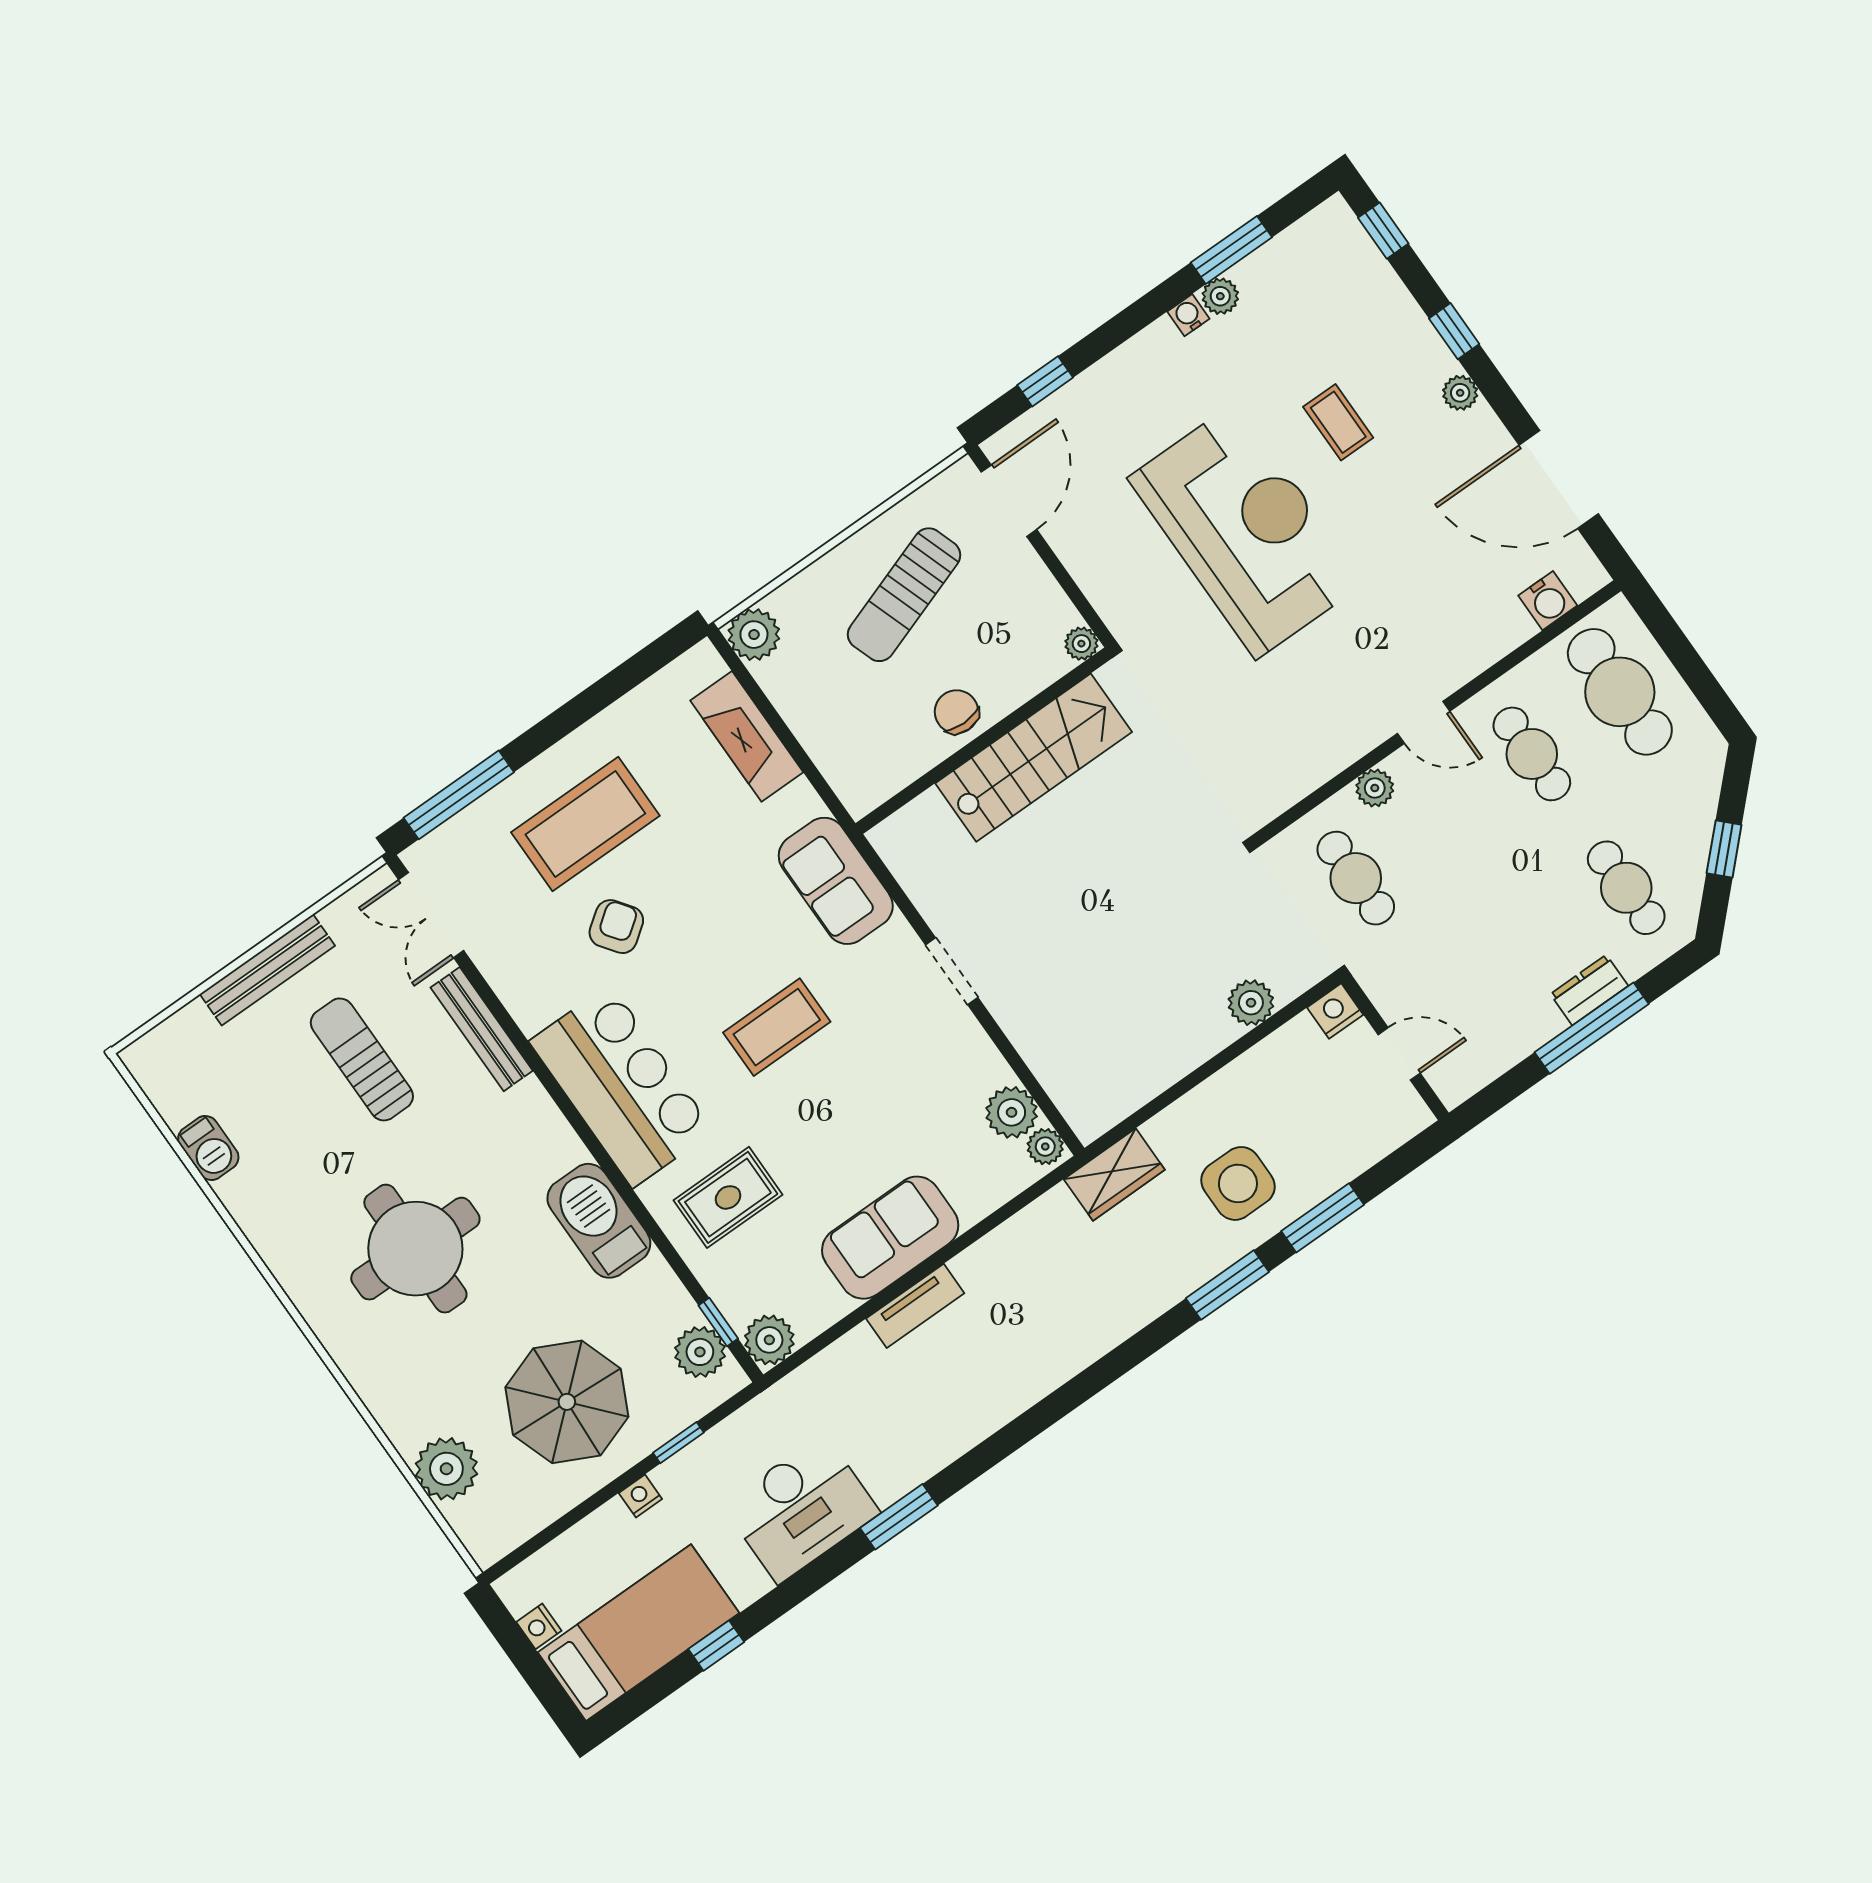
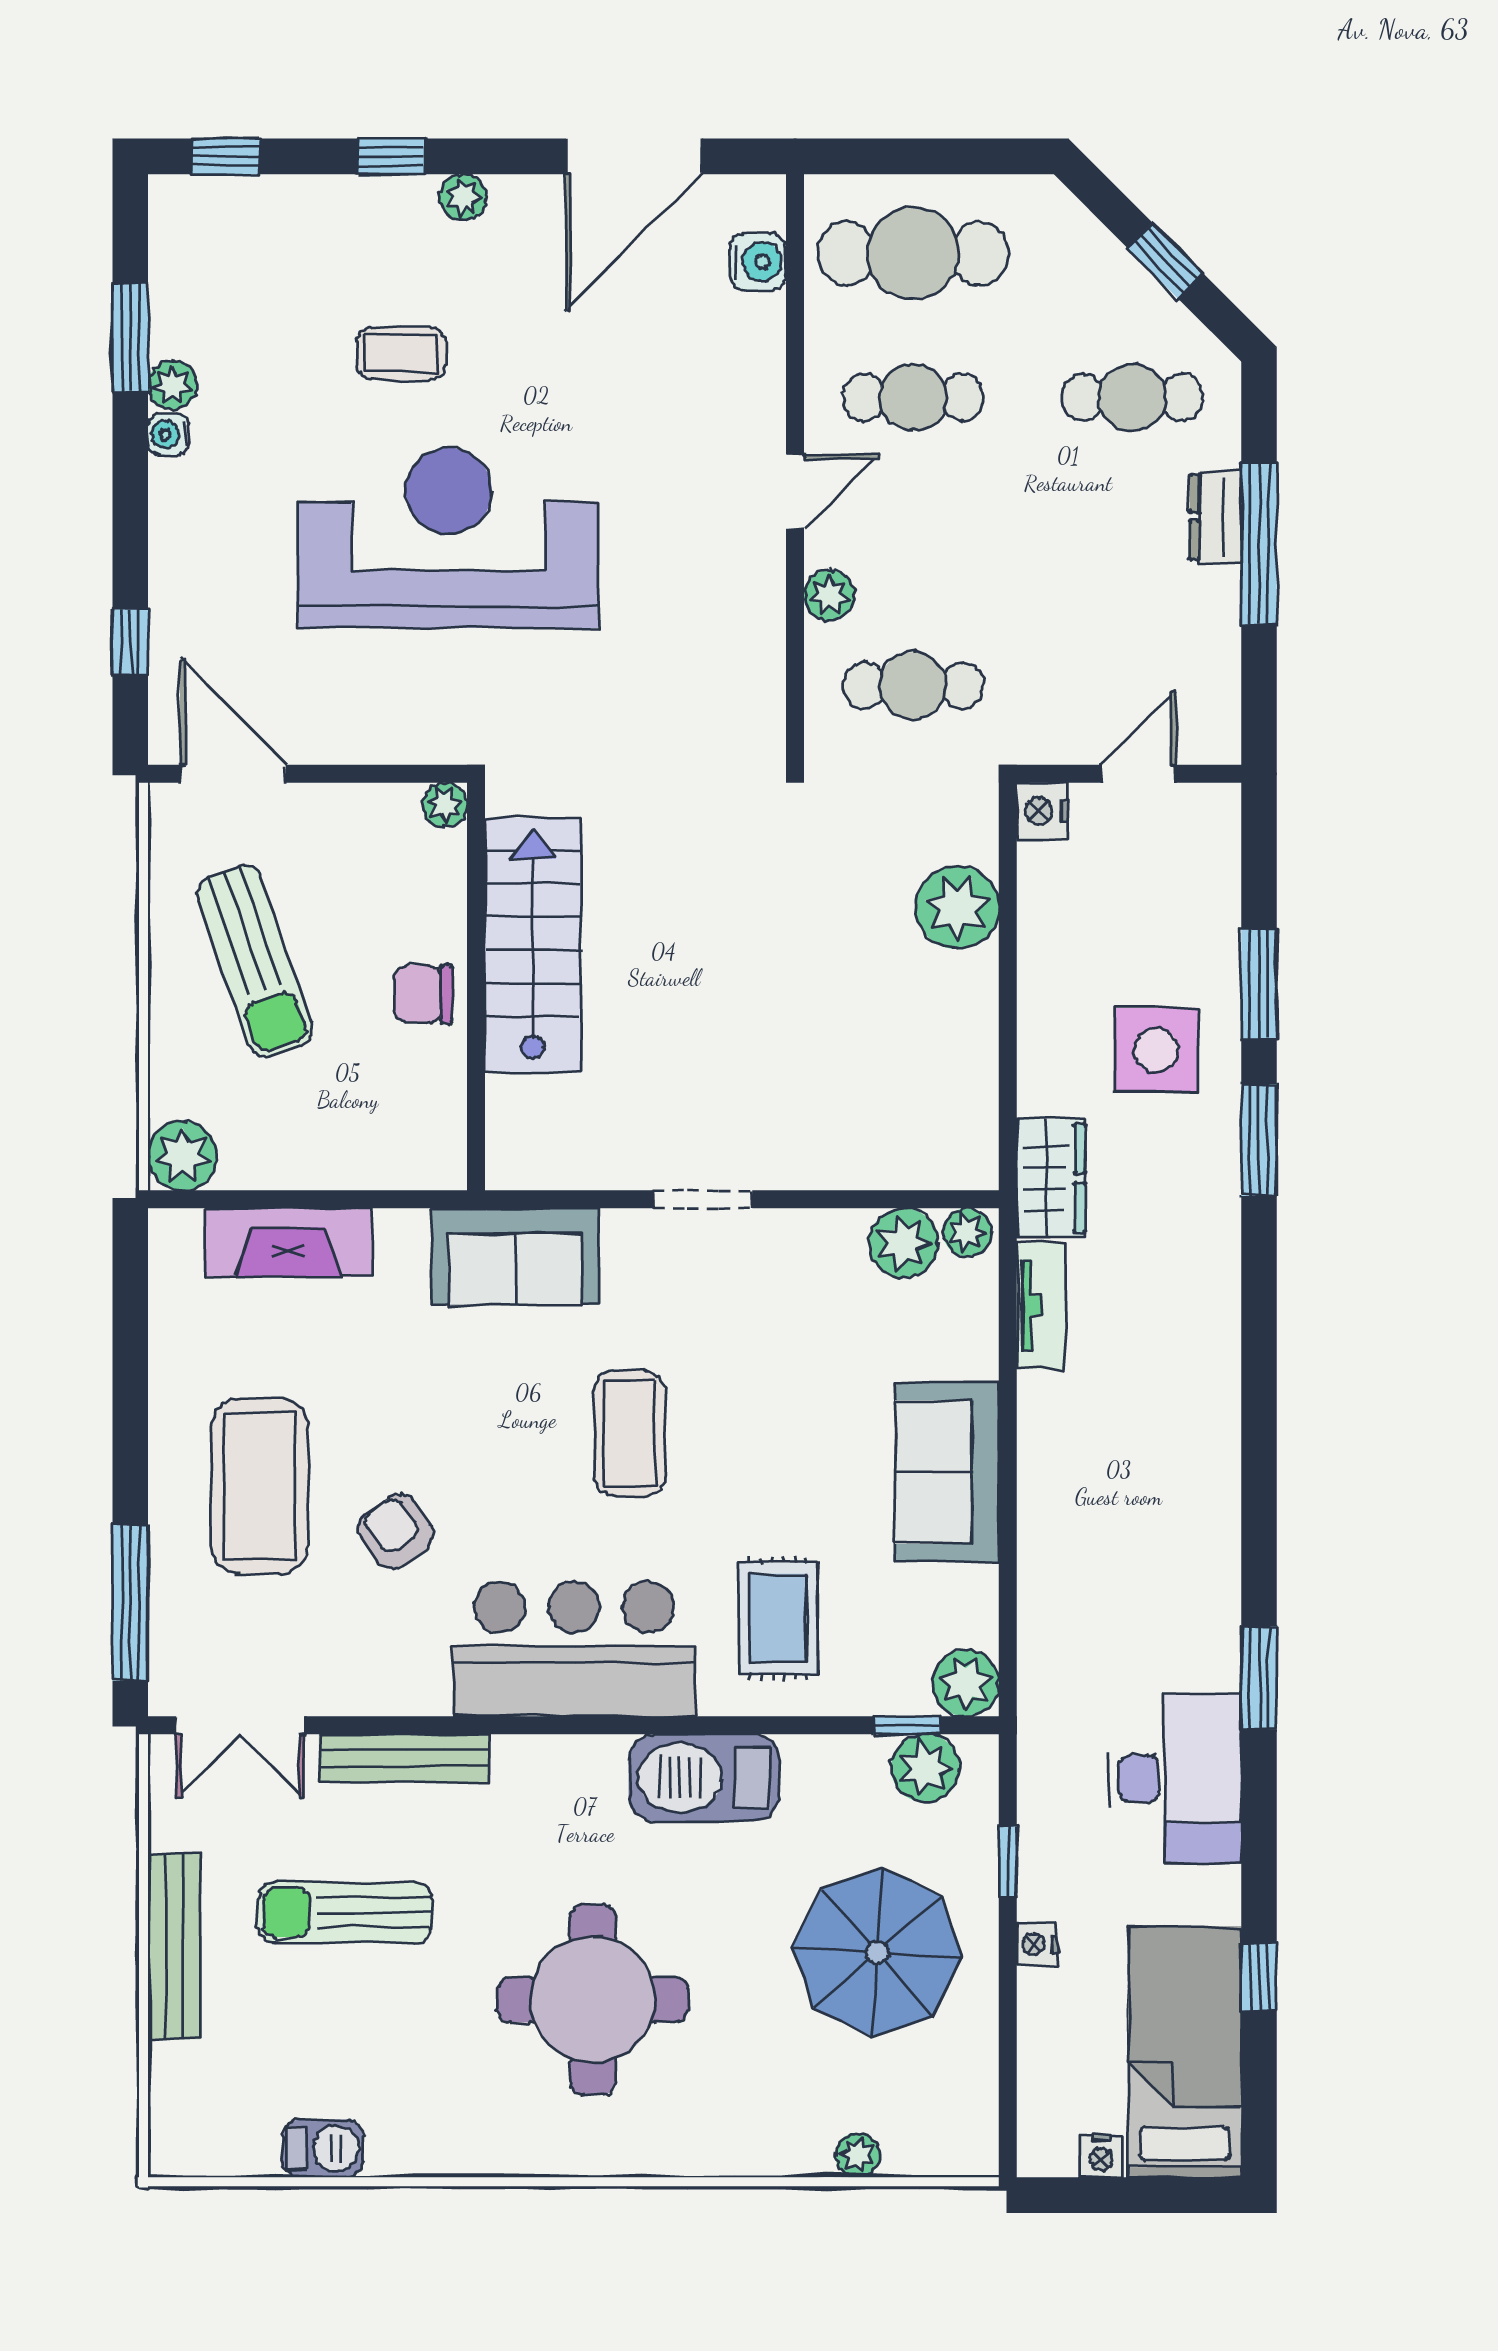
plant: (1251, 1003) -> (957, 908), width x1.36, depth x1.36
tv unit: (915, 1306) -> (1041, 1306), moved
plant: (446, 1469) -> (858, 2155), width x0.53, depth x0.53

